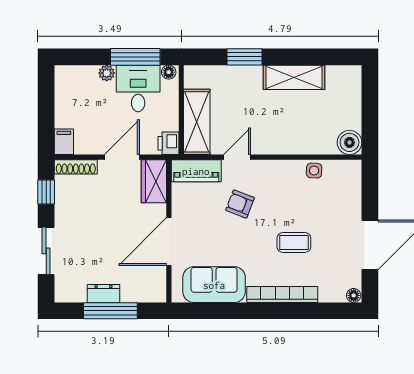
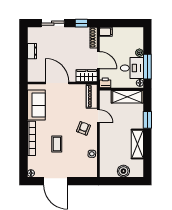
shelving: (197, 122) -> (127, 97), moved
boiler: (349, 142) -> (123, 171), moved
armchair: (240, 204) -> (83, 128), moved
window: (110, 311) -> (23, 54), removed

